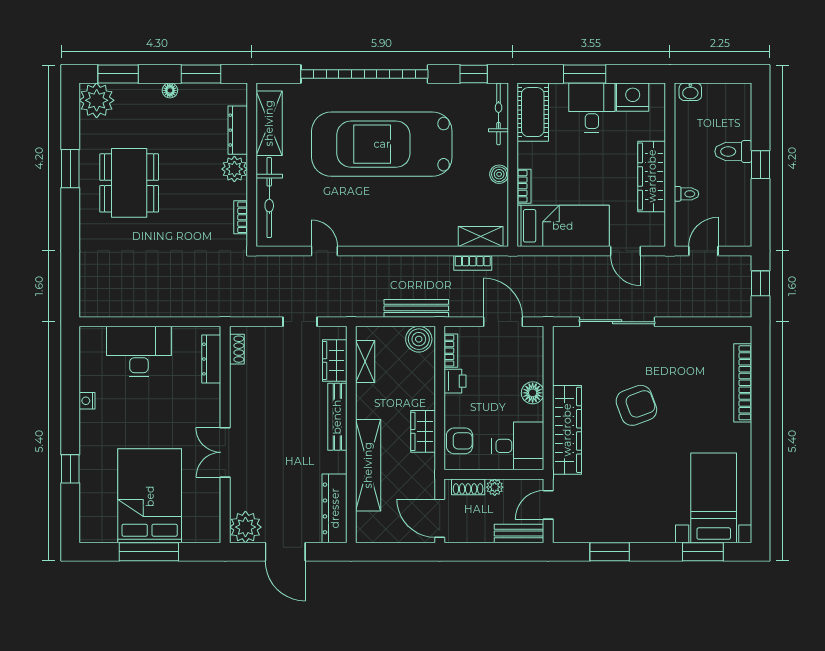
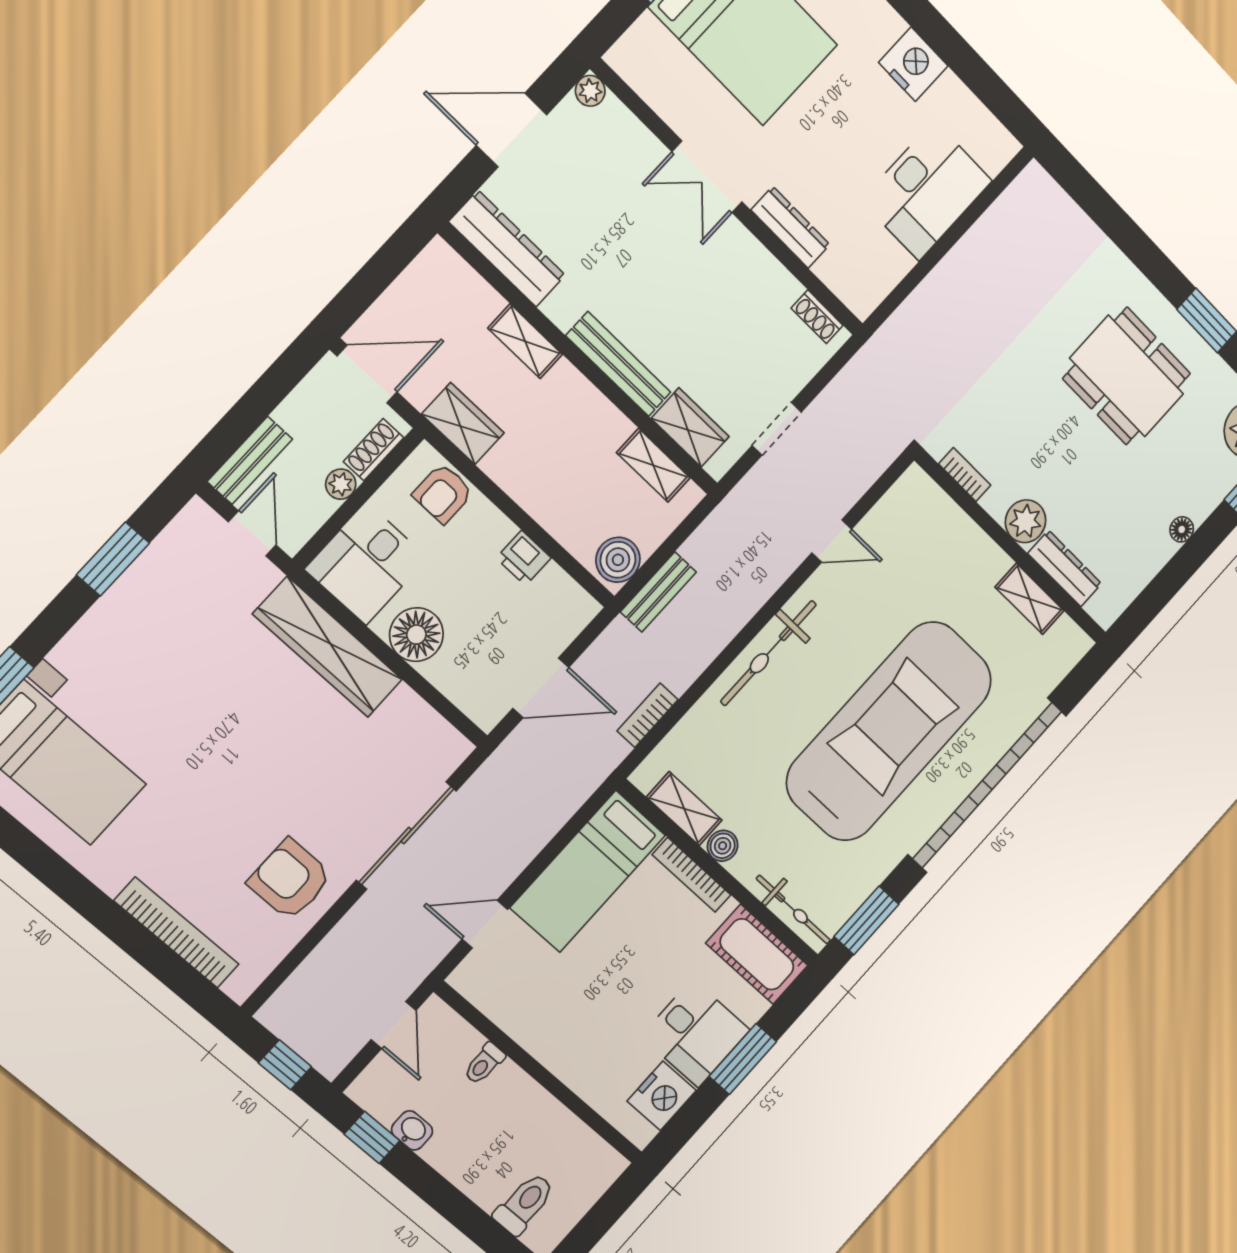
window: (201, 74) -> (1166, 585), removed
window: (474, 74) -> (866, 920), width x1.50
washbasin: (690, 92) -> (412, 1130), moved, turned 90
shelving: (269, 123) -> (1030, 599), width x0.67, depth x0.75
toilet: (733, 151) -> (524, 1204), moved
window: (761, 165) -> (372, 1137), moved
wardrobe: (652, 176) -> (545, 1037), removed
bookcase: (524, 186) -> (691, 875), width x1.56
bicycle: (269, 198) -> (768, 653), moved, turned -90
shelving: (481, 236) -> (684, 809), moved, turned 90
bench: (416, 308) -> (658, 592), width x0.73
bookcase: (451, 351) -> (566, 588), removed
dresser: (211, 359) -> (791, 227), moved
floor lamp: (533, 393) -> (416, 635), width x1.38, depth x1.38
nightstand: (87, 401) -> (913, 64), width x1.89, depth x1.79
armchair: (636, 405) -> (290, 879), moved, turned 110
wardrobe: (423, 431) -> (463, 424), moved
double door: (225, 452) -> (707, 177), swing flipped
shelving: (368, 465) -> (525, 341), width x0.45, depth x0.75
plant: (245, 527) -> (590, 91), width x0.53, depth x0.53

